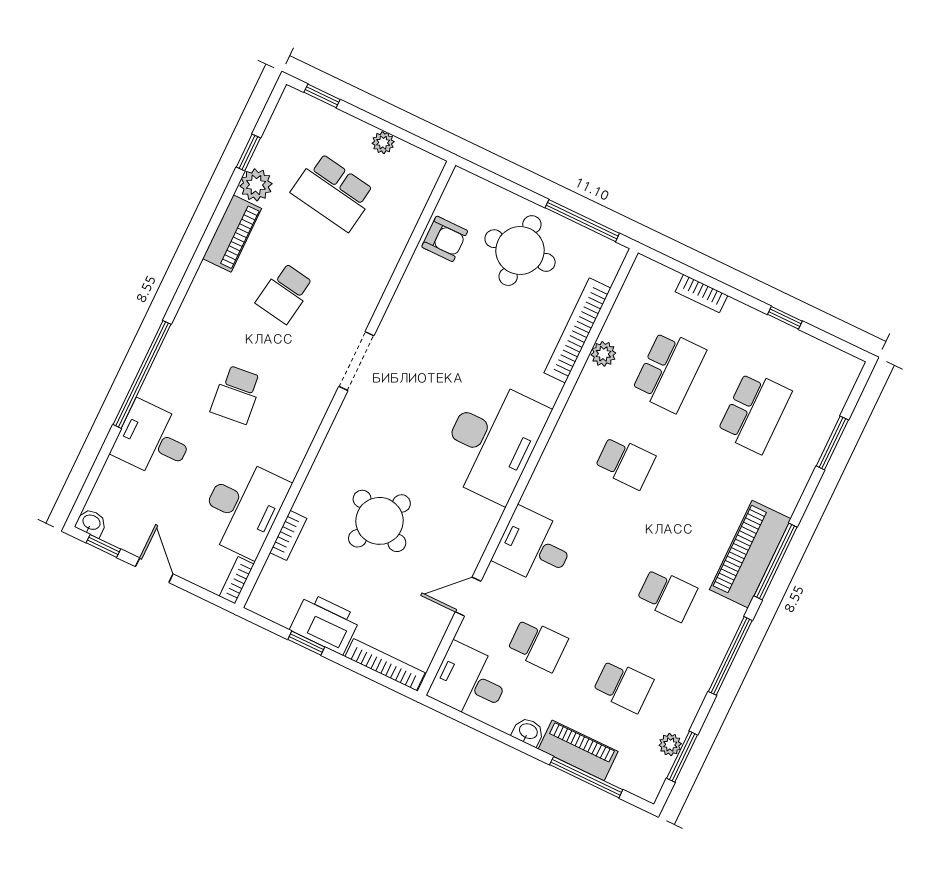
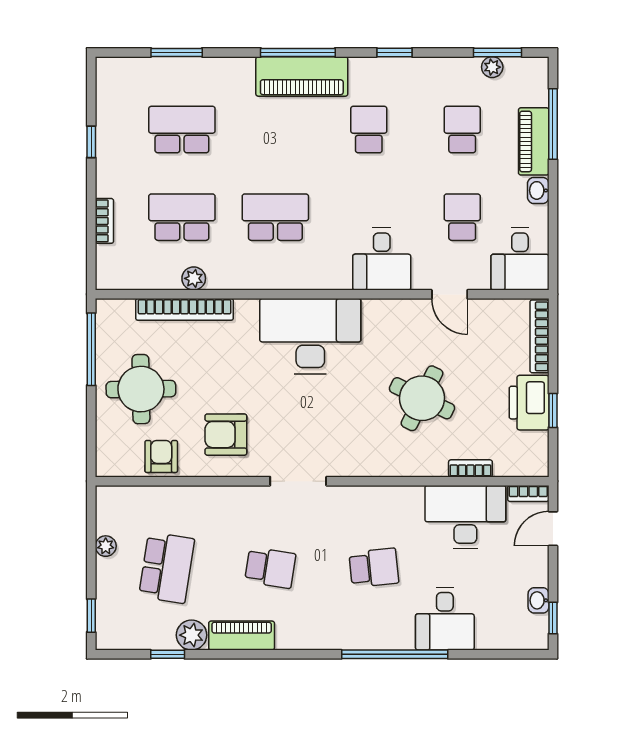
armchair: (436, 312) -> (226, 435), added
school desk: (625, 462) -> (275, 217), width x1.85
washbasin: (91, 523) -> (538, 600), moved
door: (154, 570) -> (553, 529), moved
window: (730, 656) -> (394, 52), width x0.46

